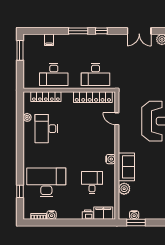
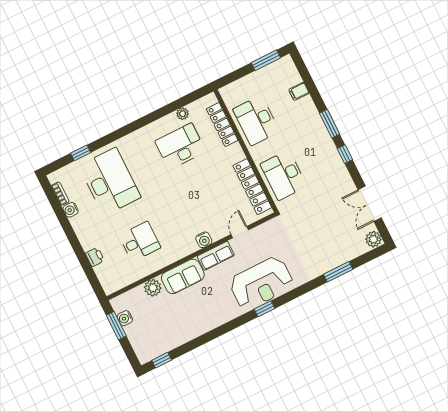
row of seats: (124, 141) -> (216, 256), added
water cooler: (111, 159) -> (204, 240), moved
filing cabinet: (103, 213) -> (107, 276), removed

